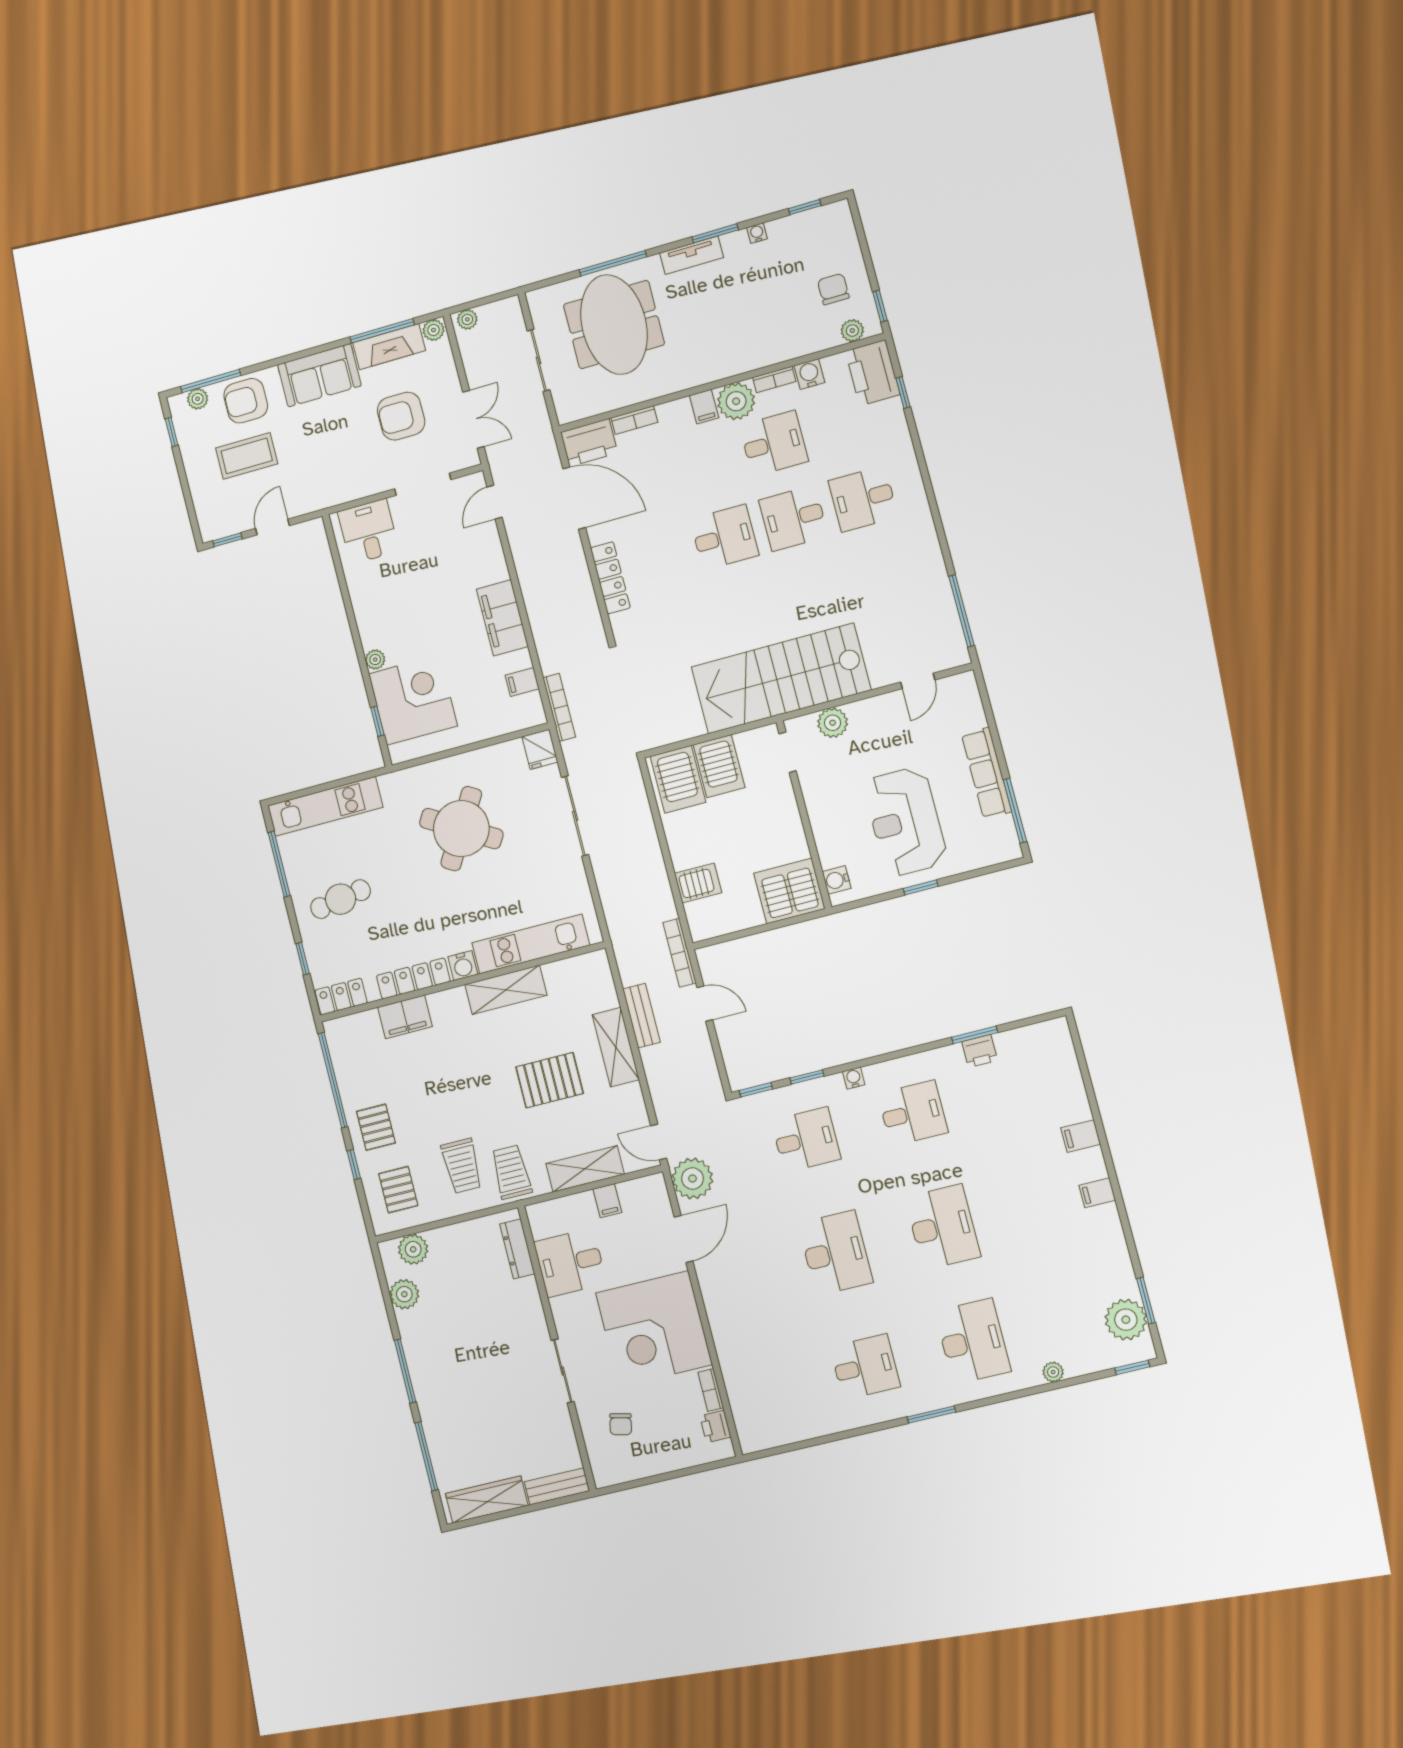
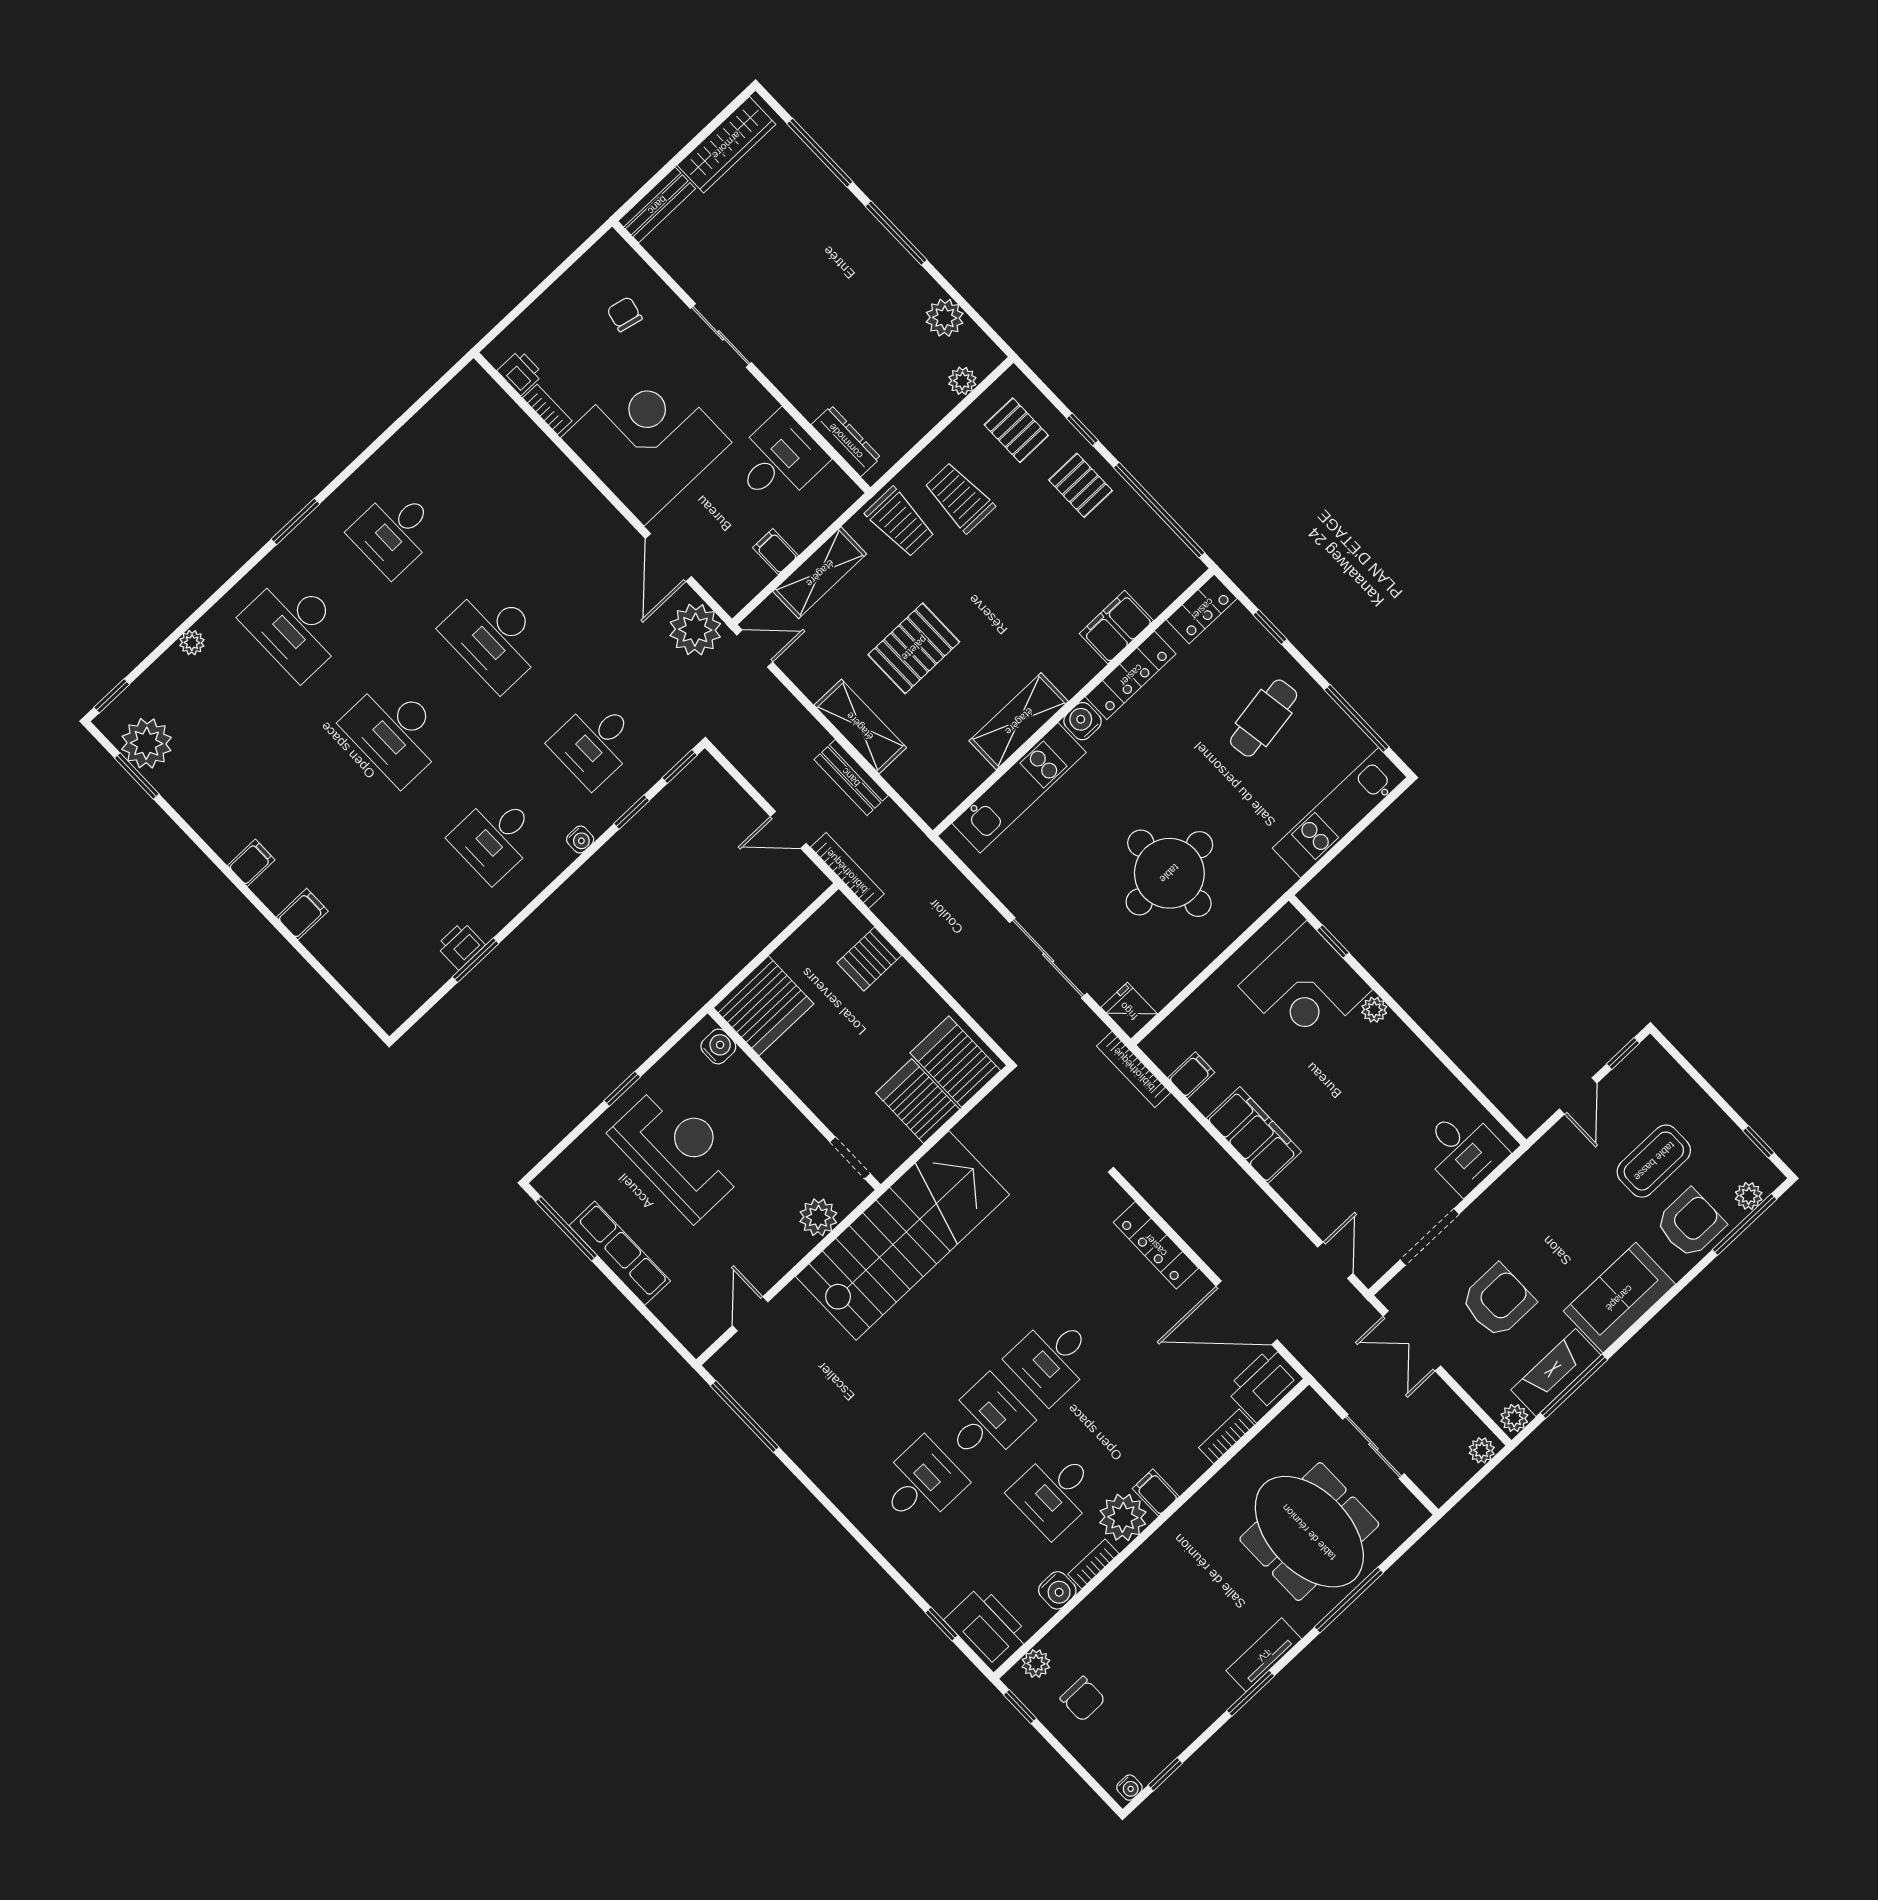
water cooler: (757, 233) -> (1129, 1788), moved
round table: (461, 829) -> (1169, 873), turned -31
plant: (413, 1249) -> (962, 381), width x0.73, depth x0.73

